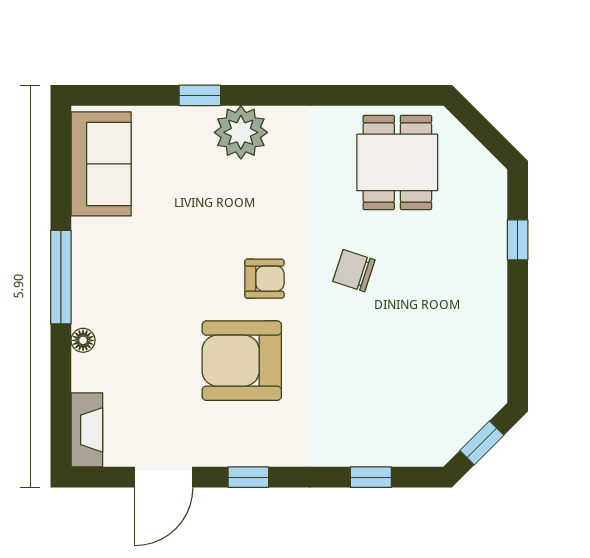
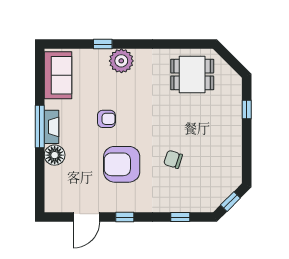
dining table: (397, 162) -> (192, 75), turned 90
chair: (354, 271) -> (173, 159), moved
armchair: (264, 279) -> (106, 119), moved
floor lamp: (83, 340) -> (55, 155), width x1.89, depth x1.89
fireplace: (87, 430) -> (51, 127), moved

